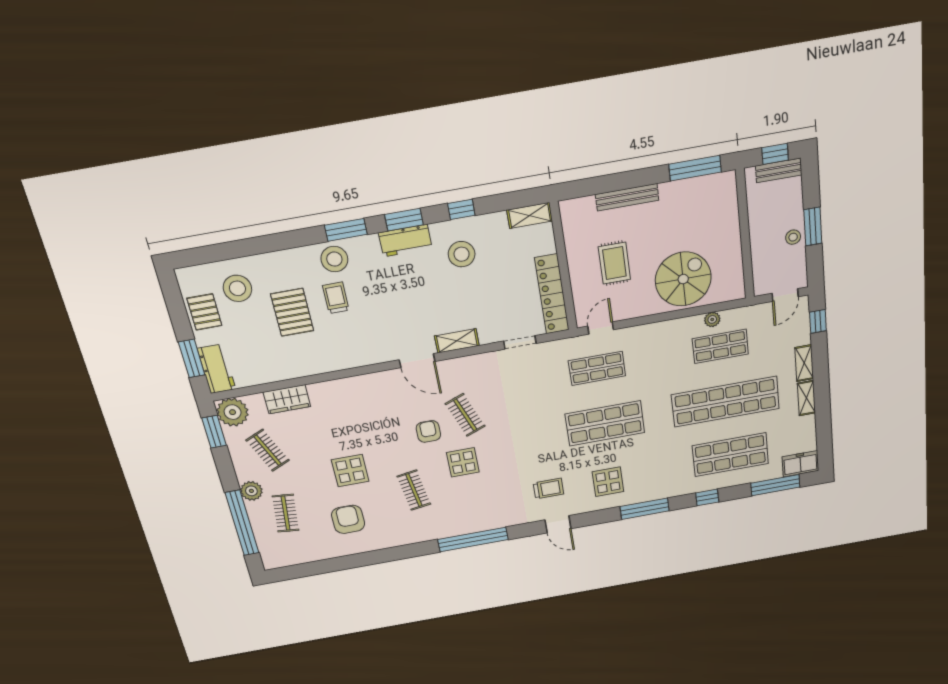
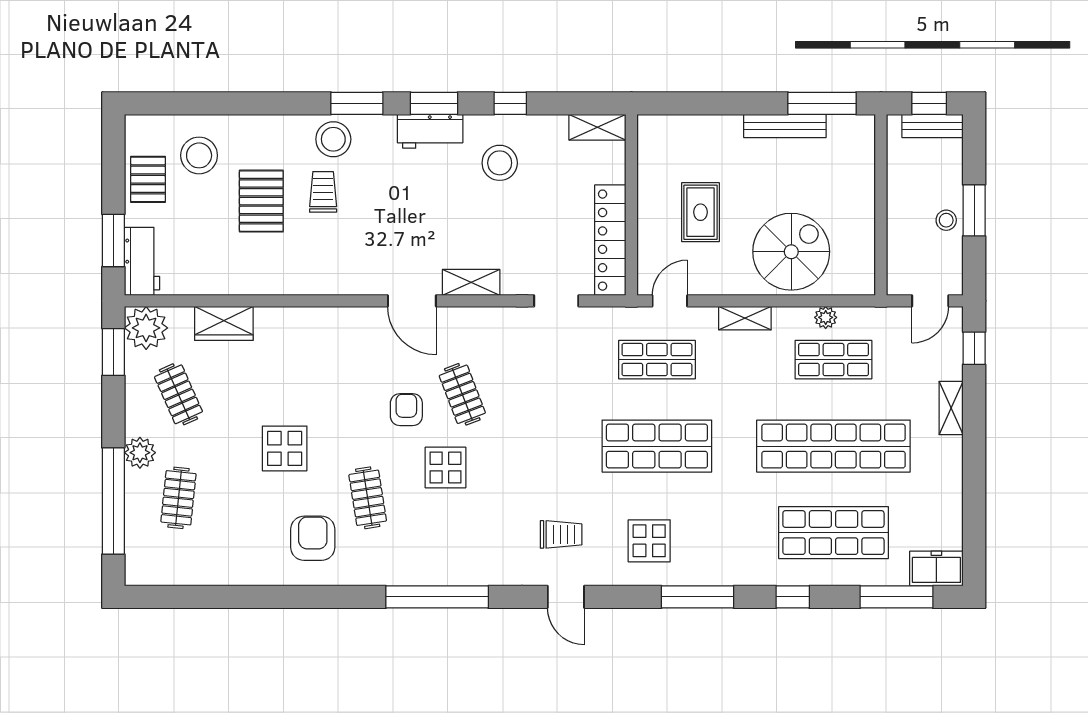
bench: (627, 197) -> (785, 126), moved
shelving: (806, 398) -> (745, 318), moved, turned 90
armchair: (348, 519) -> (313, 538), moved

